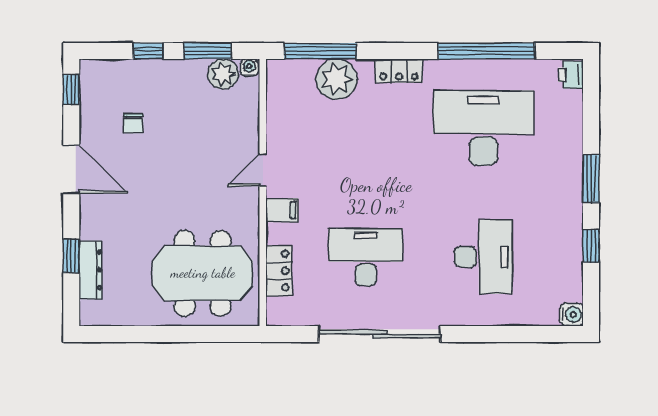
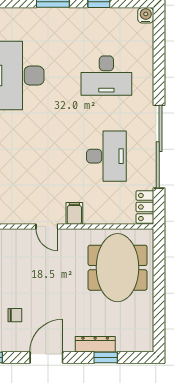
desk: (366, 257) -> (106, 156), turned 180
desk: (483, 257) -> (106, 76), turned 180
dresser: (91, 270) -> (95, 344), moved
locker: (279, 271) -> (145, 207), moved, turned -90

